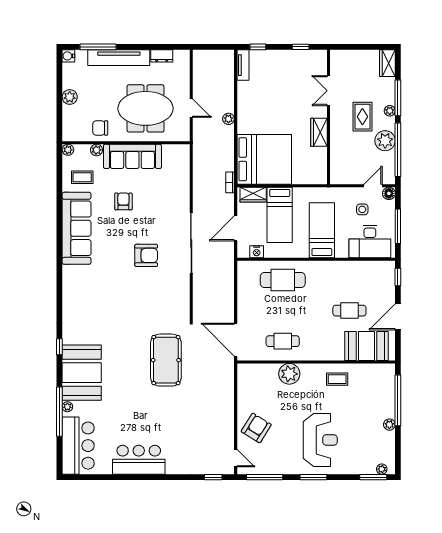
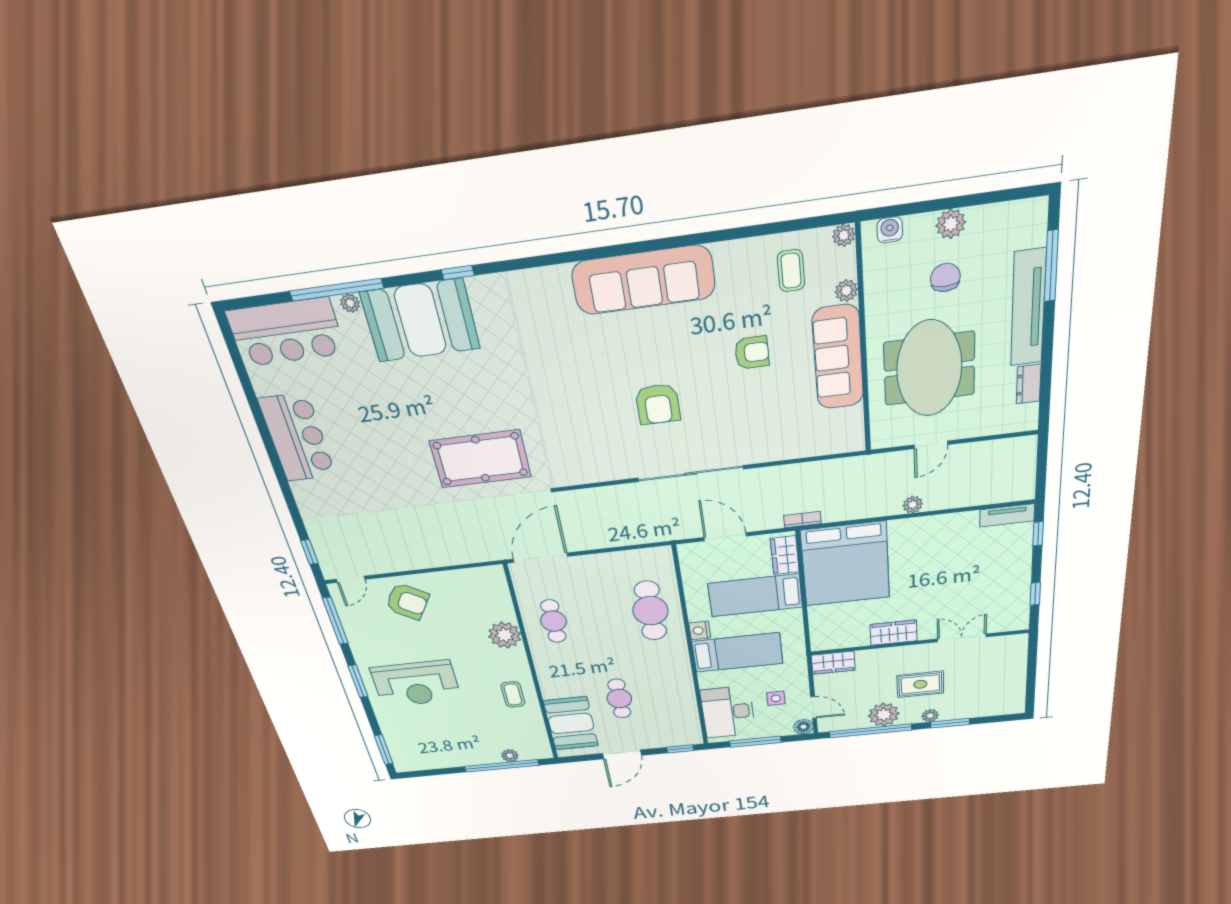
water cooler: (68, 56) -> (890, 230), moved
wardrobe: (387, 63) -> (833, 663), moved, turned 180
window: (398, 98) -> (950, 723), width x0.69
chair: (100, 128) -> (945, 277), moved
sofa: (77, 228) -> (643, 280), moved
nightstand: (257, 252) -> (700, 630), moved
door: (398, 317) -> (622, 754), swing flipped
plant: (389, 425) -> (510, 756), moved
plant: (382, 469) -> (398, 758), removed

